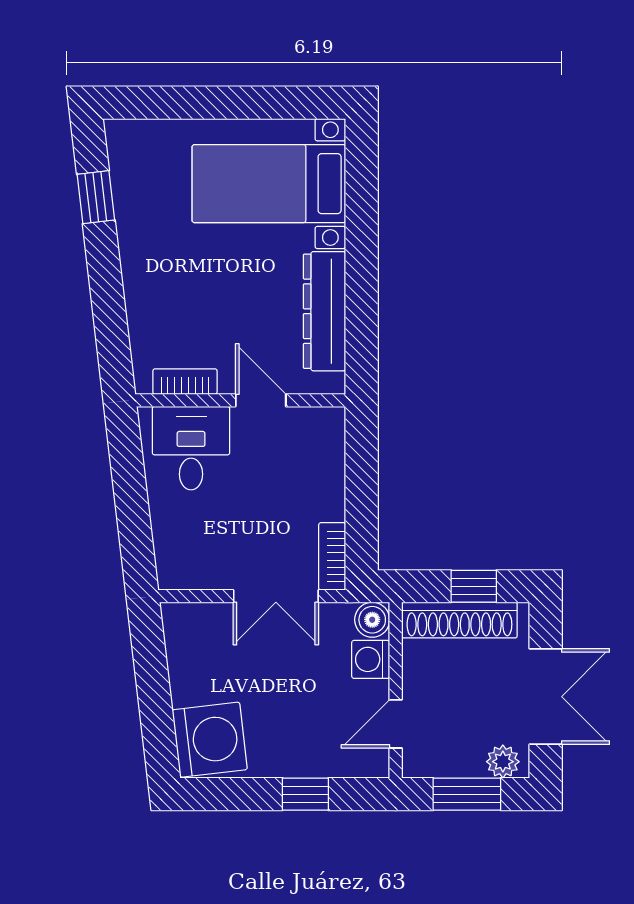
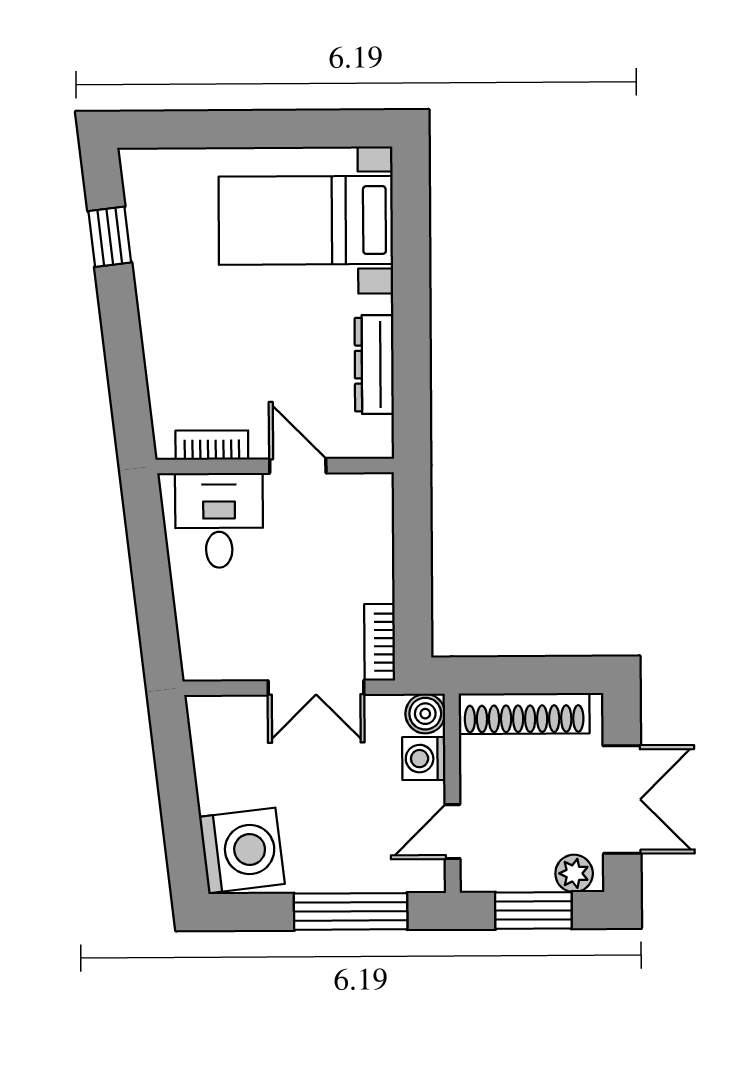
dresser: (325, 311) -> (374, 365), width x0.73, depth x0.80
window: (474, 586) -> (540, 675), removed
window: (305, 794) -> (351, 911), width x2.17

